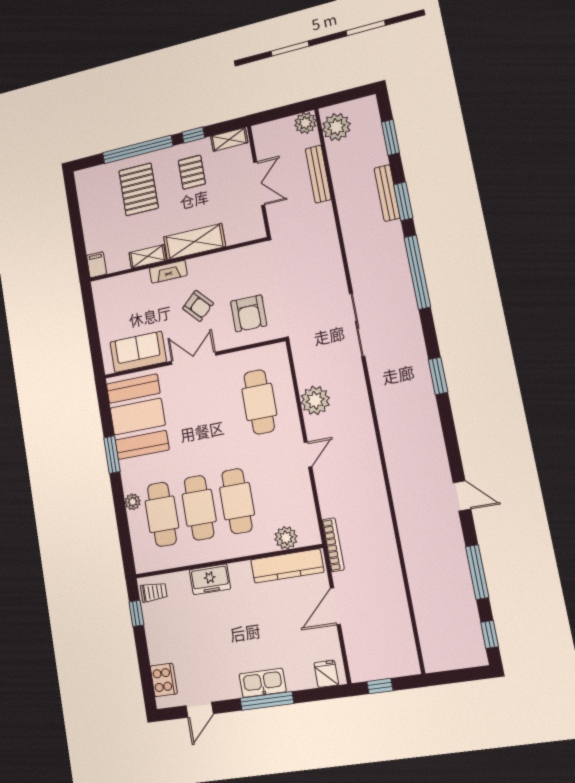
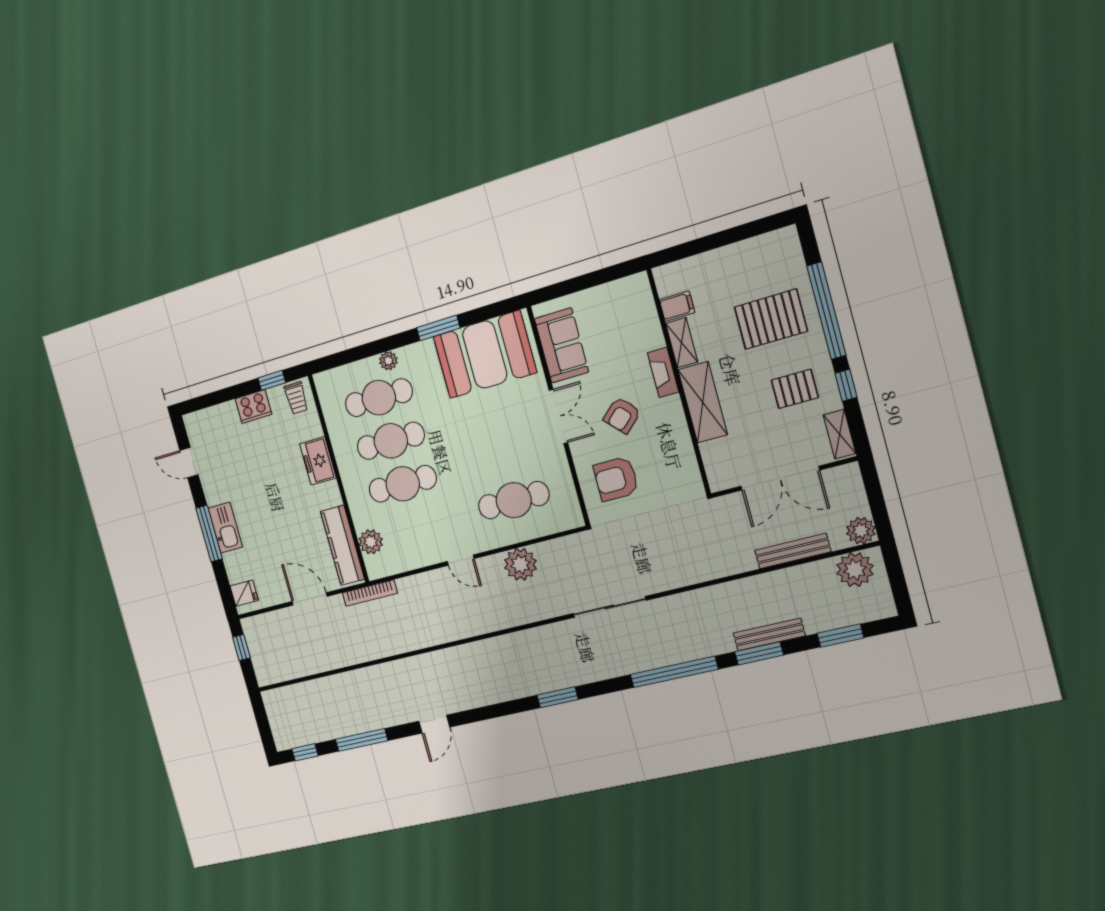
double door: (259, 184) -> (780, 478), width x1.37
filing cabinet: (96, 265) -> (677, 306), moved
cooker: (164, 680) -> (253, 407), moved

